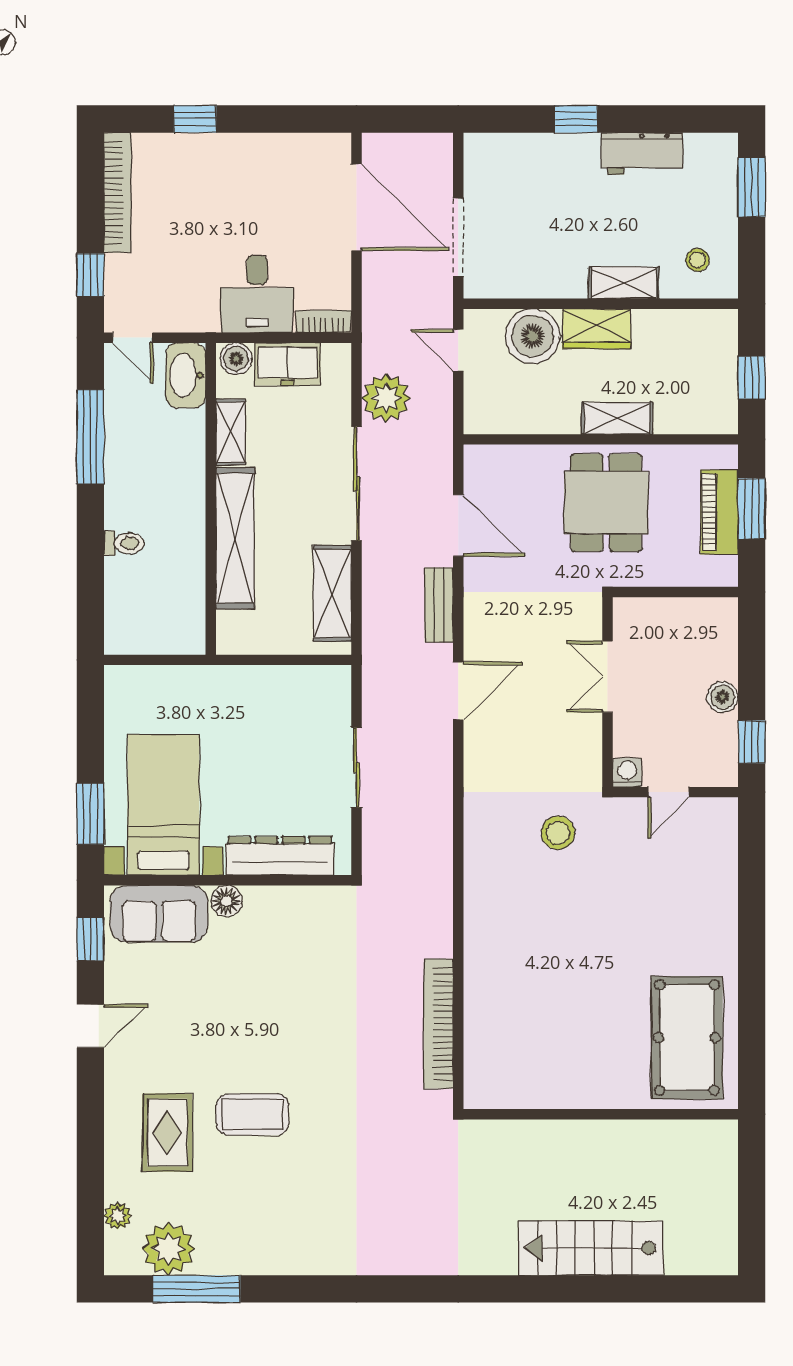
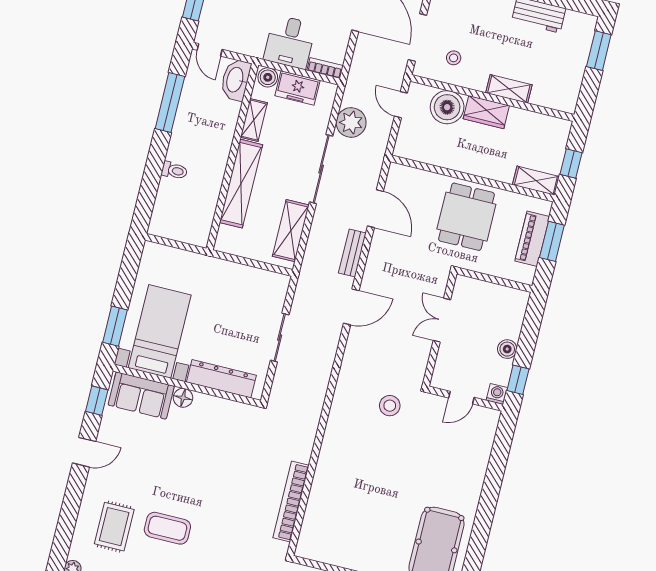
stool: (698, 260) -> (454, 58), moved
shelving: (617, 418) -> (536, 181), moved
washing machine: (627, 773) -> (497, 394), moved

